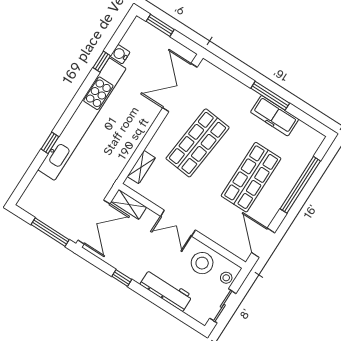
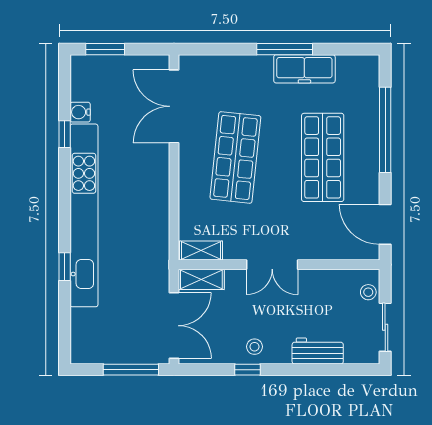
shelving: (141, 167) -> (201, 251), moved, turned 90
stool: (202, 263) -> (254, 347), moved, width x0.53, depth x0.53
workbench: (166, 290) -> (318, 351), width x0.73

